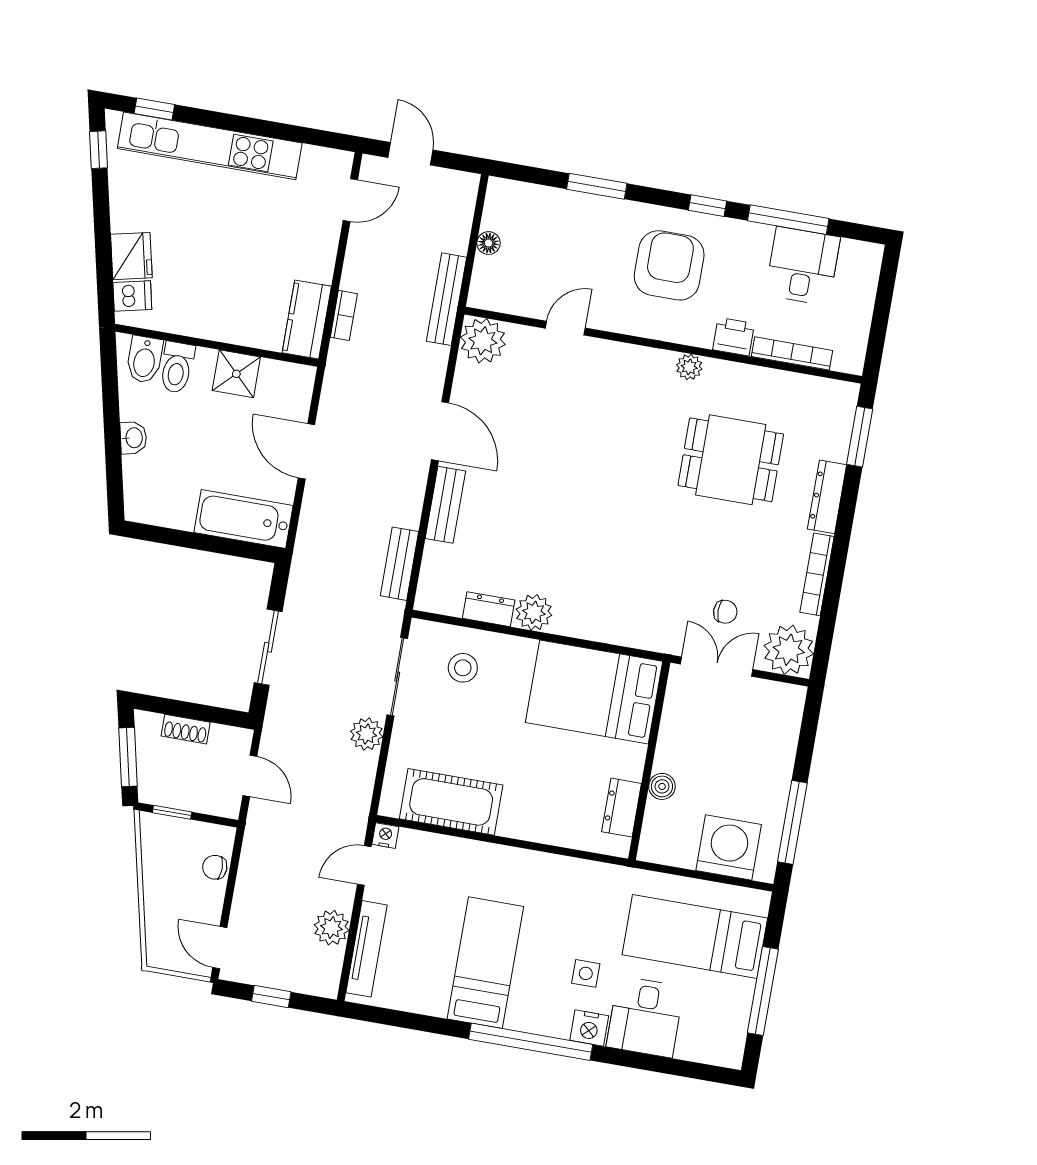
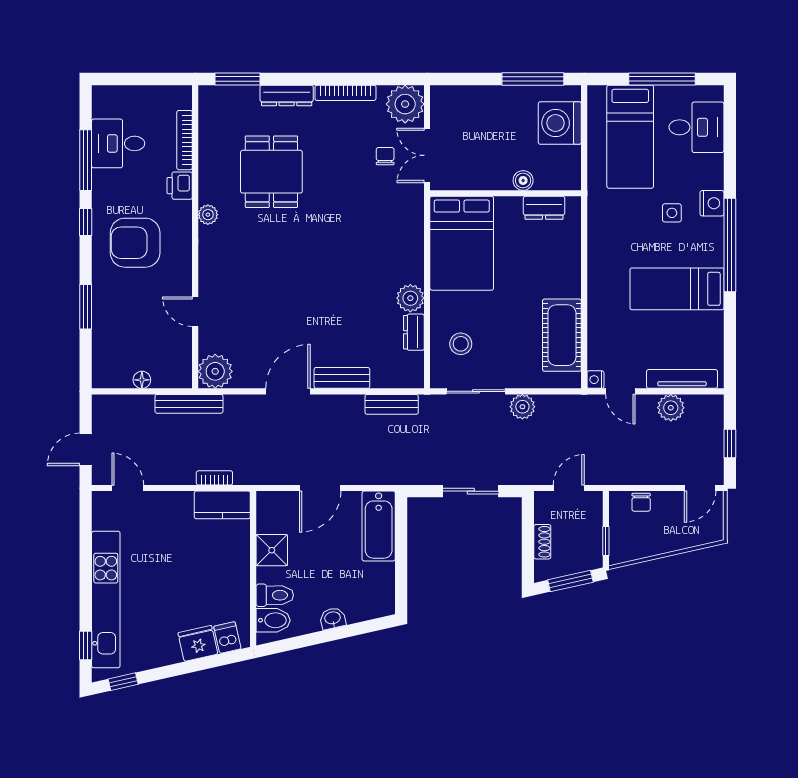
desk: (645, 1017) -> (696, 127), moved

